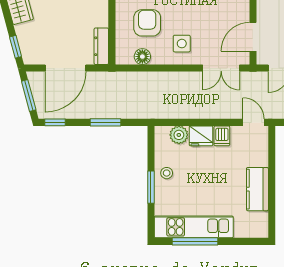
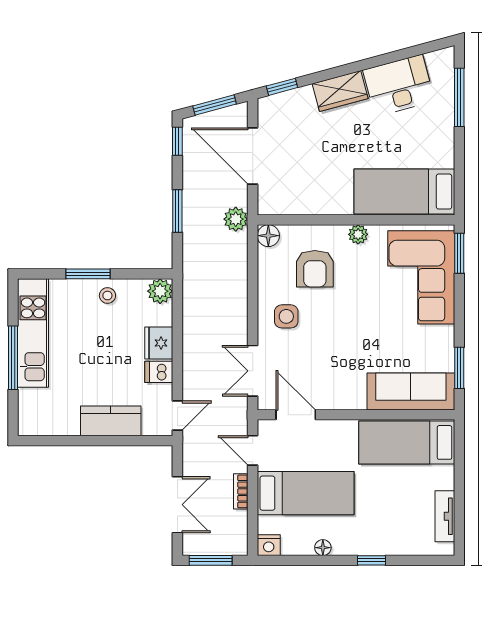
armchair: (147, 23) -> (315, 269), turned 90
dresser: (101, 46) -> (283, 205), removed
floor lamp: (142, 57) -> (268, 236), moved
plant: (111, 80) -> (236, 219), added
plant: (179, 135) -> (160, 291), moved
kitchen counter: (257, 189) -> (111, 421), moved
window: (195, 241) -> (13, 358), moved

